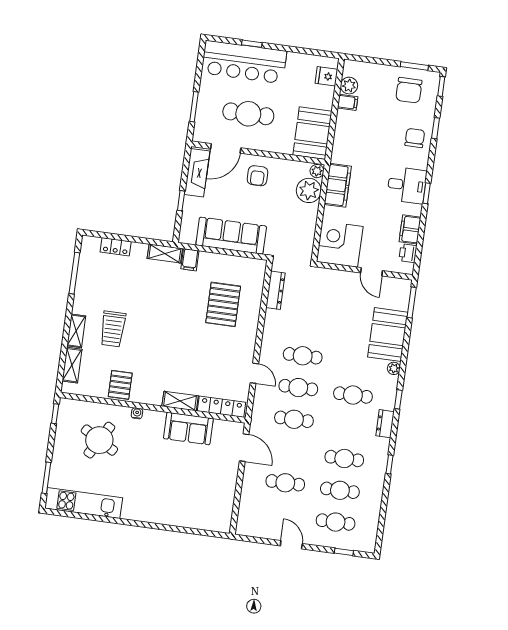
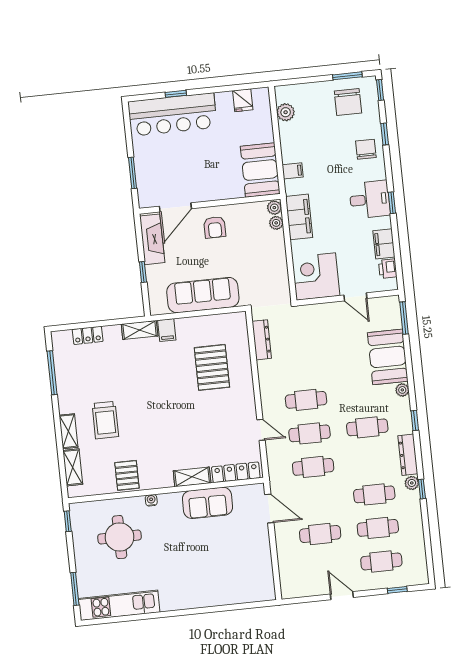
fridge: (326, 76) -> (243, 100), moved, turned -90
filing cabinet: (348, 102) -> (293, 171), moved
cafe table: (248, 114) -> (190, 166), removed
plant: (309, 190) -> (276, 223), width x0.53, depth x0.53
dresser: (385, 424) -> (408, 455), width x1.44
round table: (99, 440) -> (120, 537), turned -30
plant: (381, 456) -> (412, 483), added

